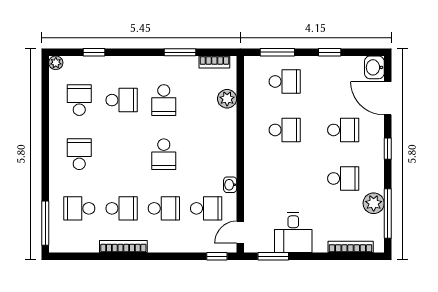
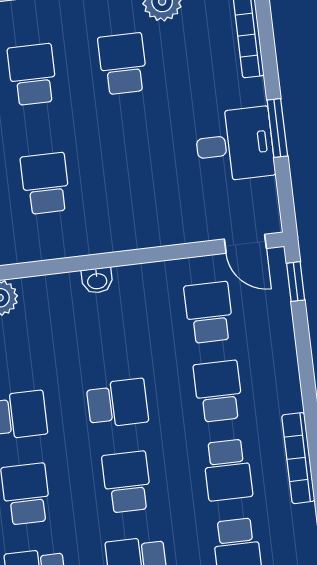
school desk: (122, 154) -> (127, 482), added
washbasin: (230, 185) -> (97, 280), moved
school desk: (122, 208) -> (228, 470), turned 180
window: (273, 256) -> (277, 128), moved

